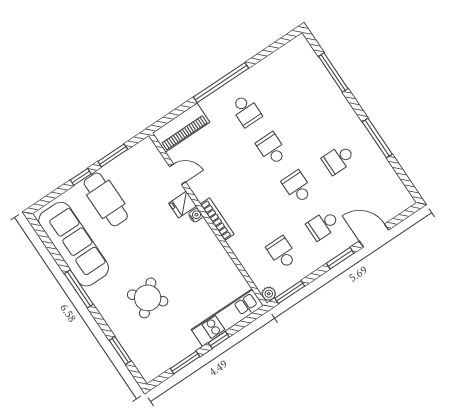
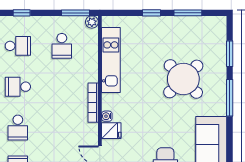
school desk: (297, 187) -> (18, 87), turned 90
window: (340, 258) -> (22, 13), width x0.67
window: (79, 289) -> (230, 98), moved
round table: (148, 298) -> (183, 79), width x1.36, depth x1.36
kitchen unit: (227, 318) -> (111, 60), moved, turned -90

